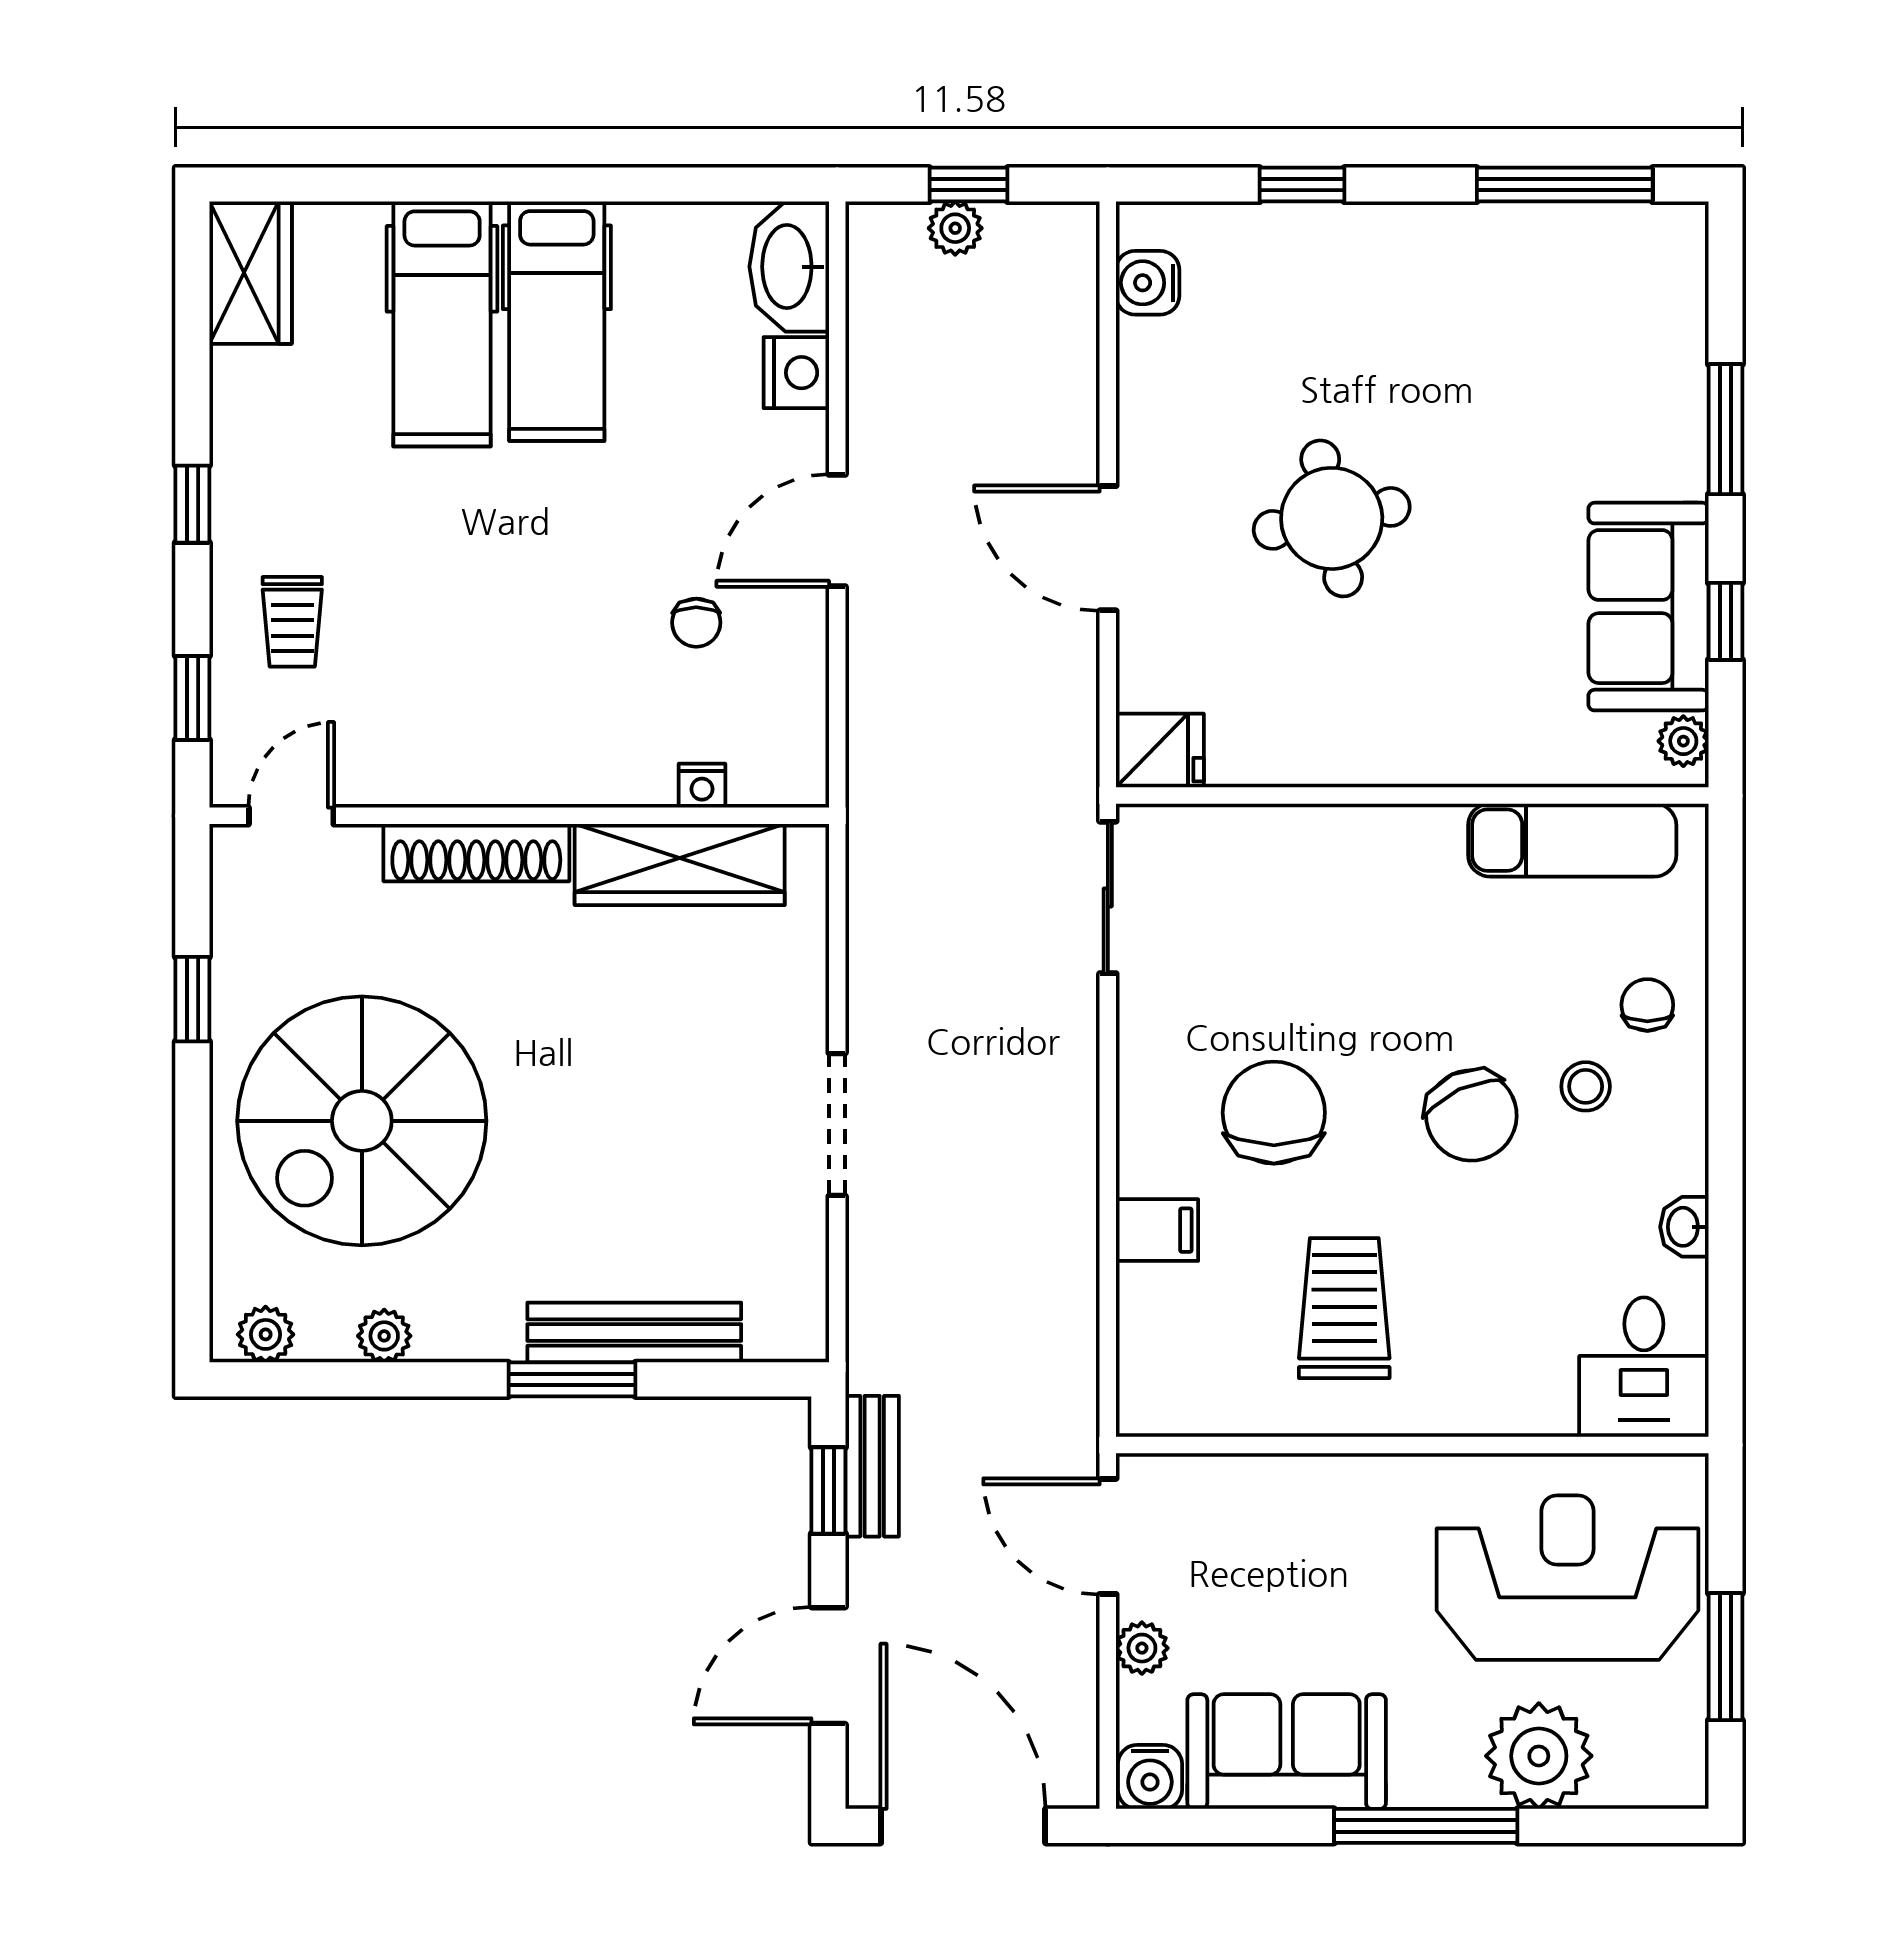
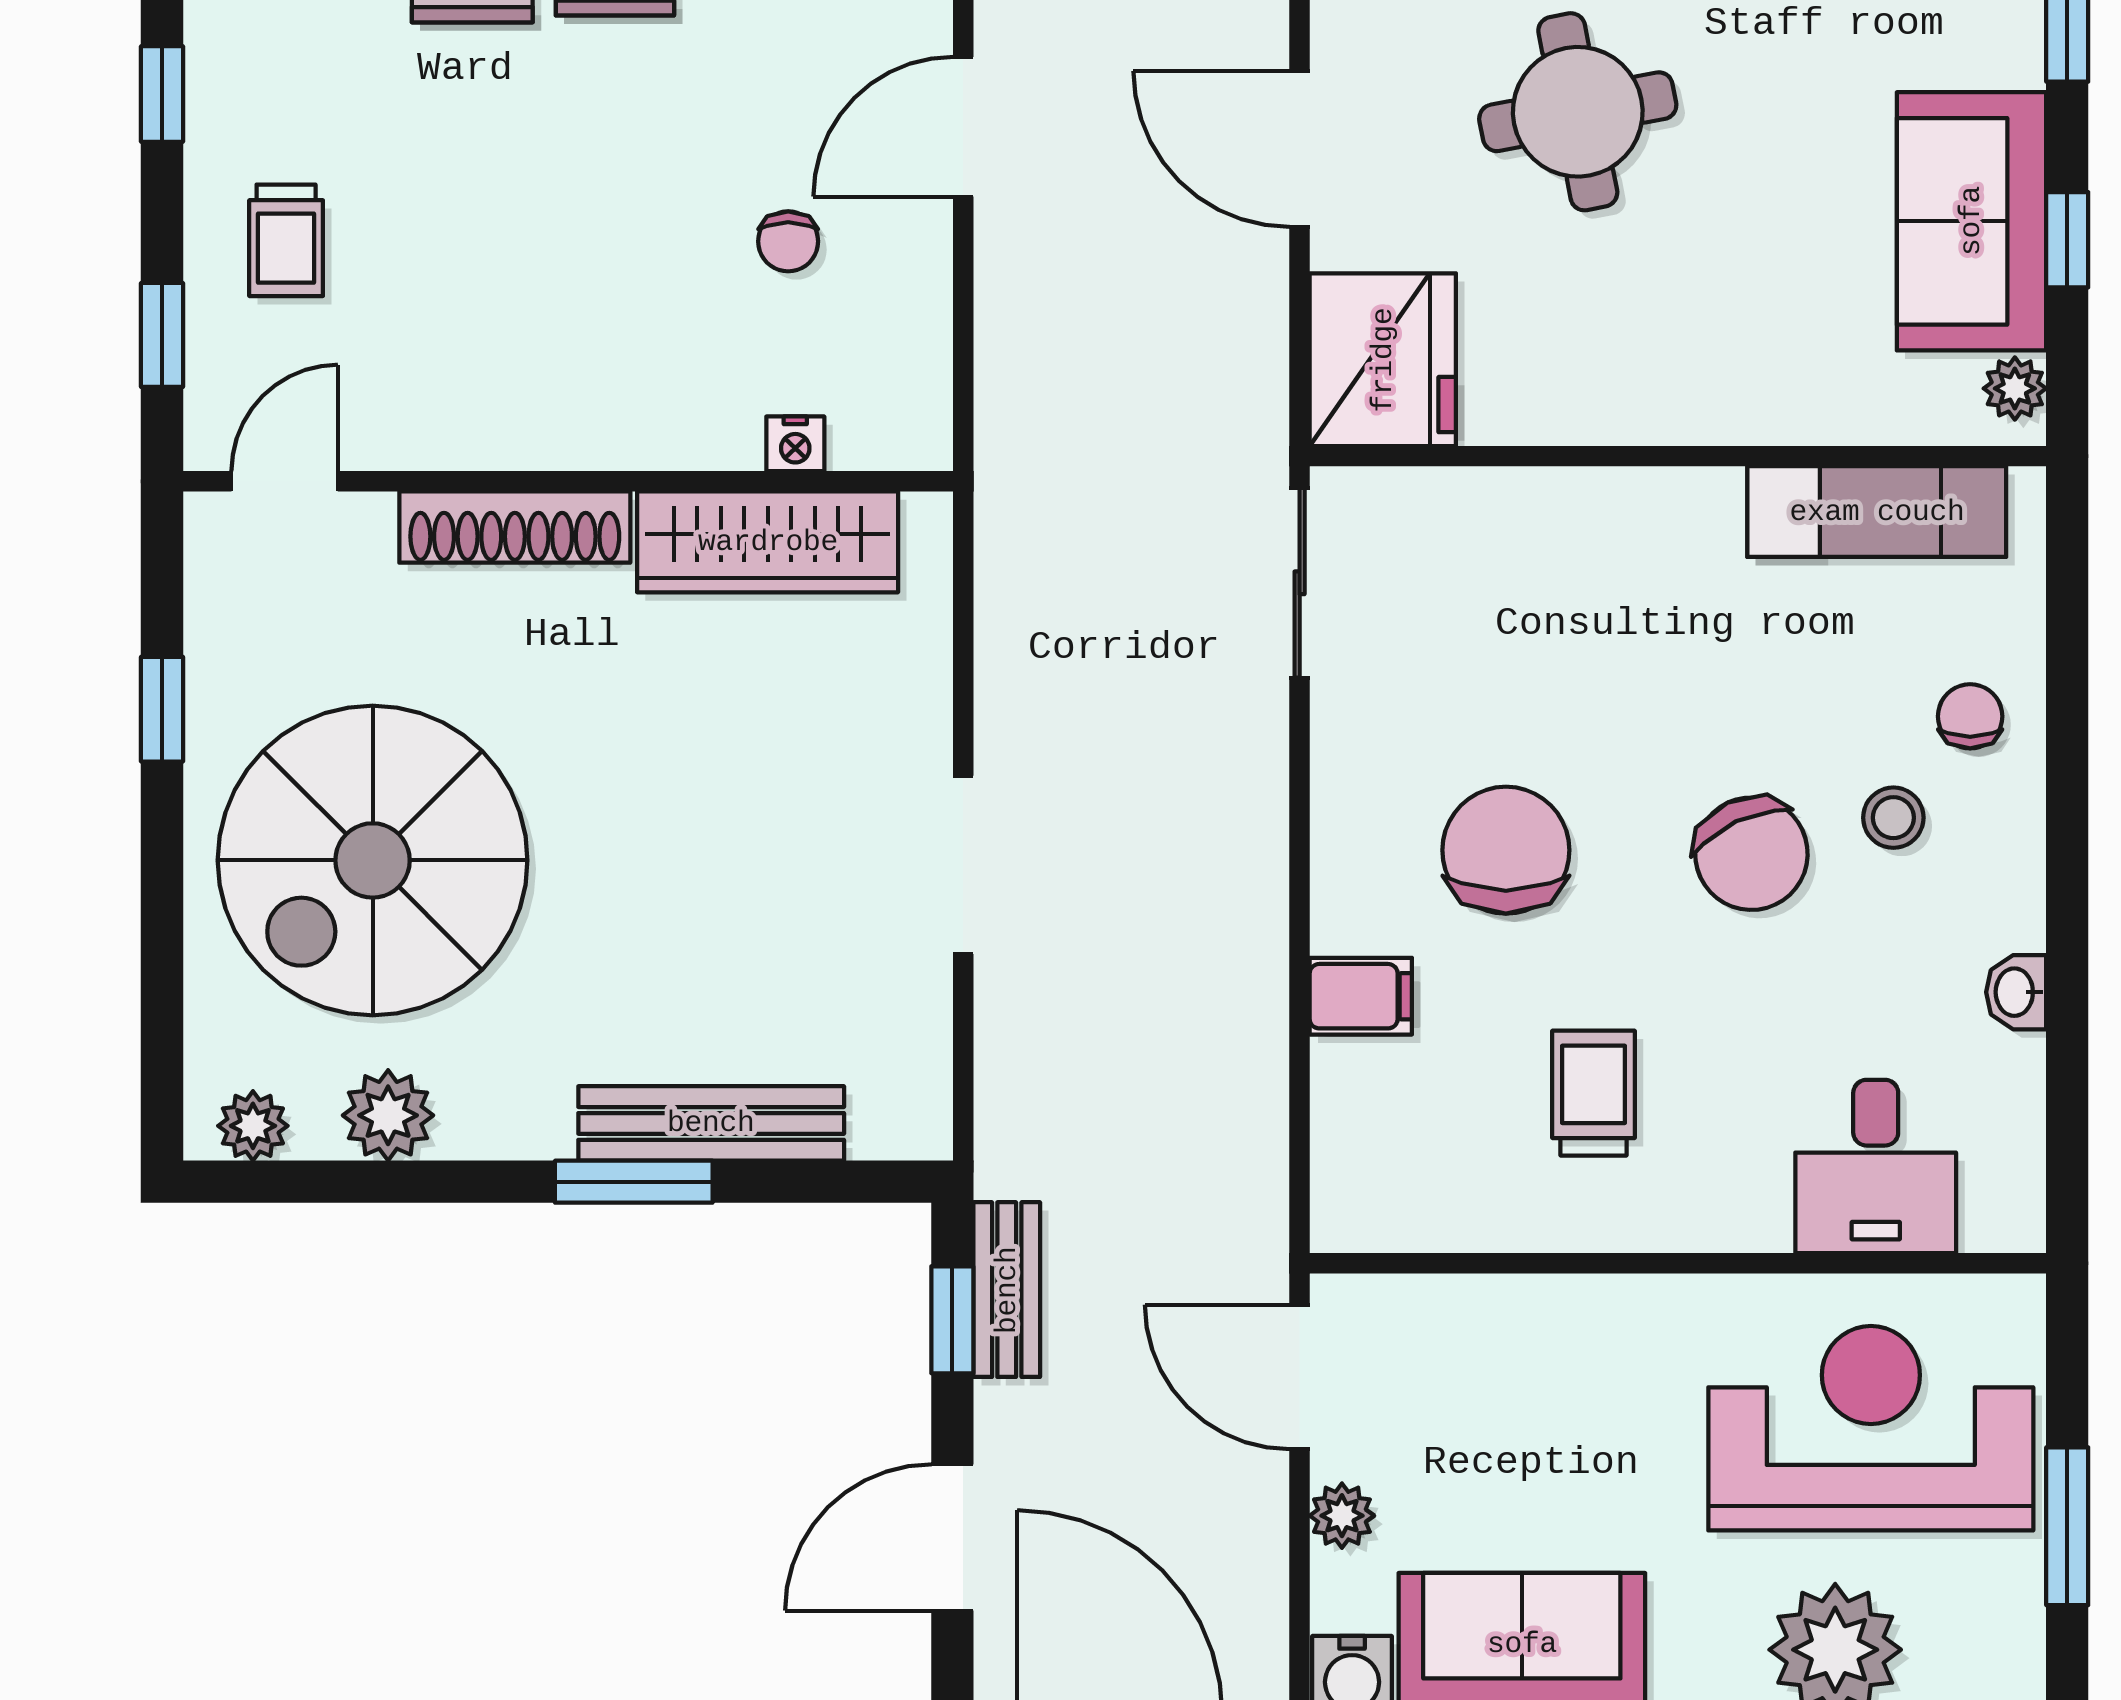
fridge: (1160, 750) -> (1383, 360), width x1.88, depth x1.34
trolley: (1344, 1308) -> (1593, 1093), width x0.73, depth x0.72
plant: (384, 1336) -> (388, 1115), width x1.38, depth x1.38
desk: (1644, 1367) -> (1876, 1166), moved

